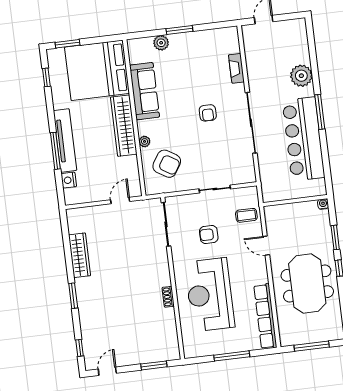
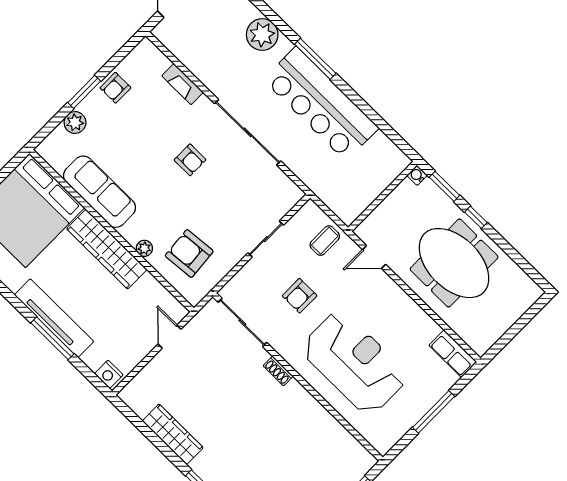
armchair: (198, 41) -> (115, 88), added
armchair: (167, 164) -> (189, 253), turned -127
nightstand: (69, 180) -> (109, 374), moved
wall: (295, 201) -> (382, 196), moved
water cooler: (323, 204) -> (417, 175), moved
reception desk: (210, 295) -> (354, 363), turned 180
shoe rack: (168, 297) -> (278, 371), moved
row of seats: (265, 316) -> (453, 354), width x0.50
window: (312, 346) -> (515, 329), removed

